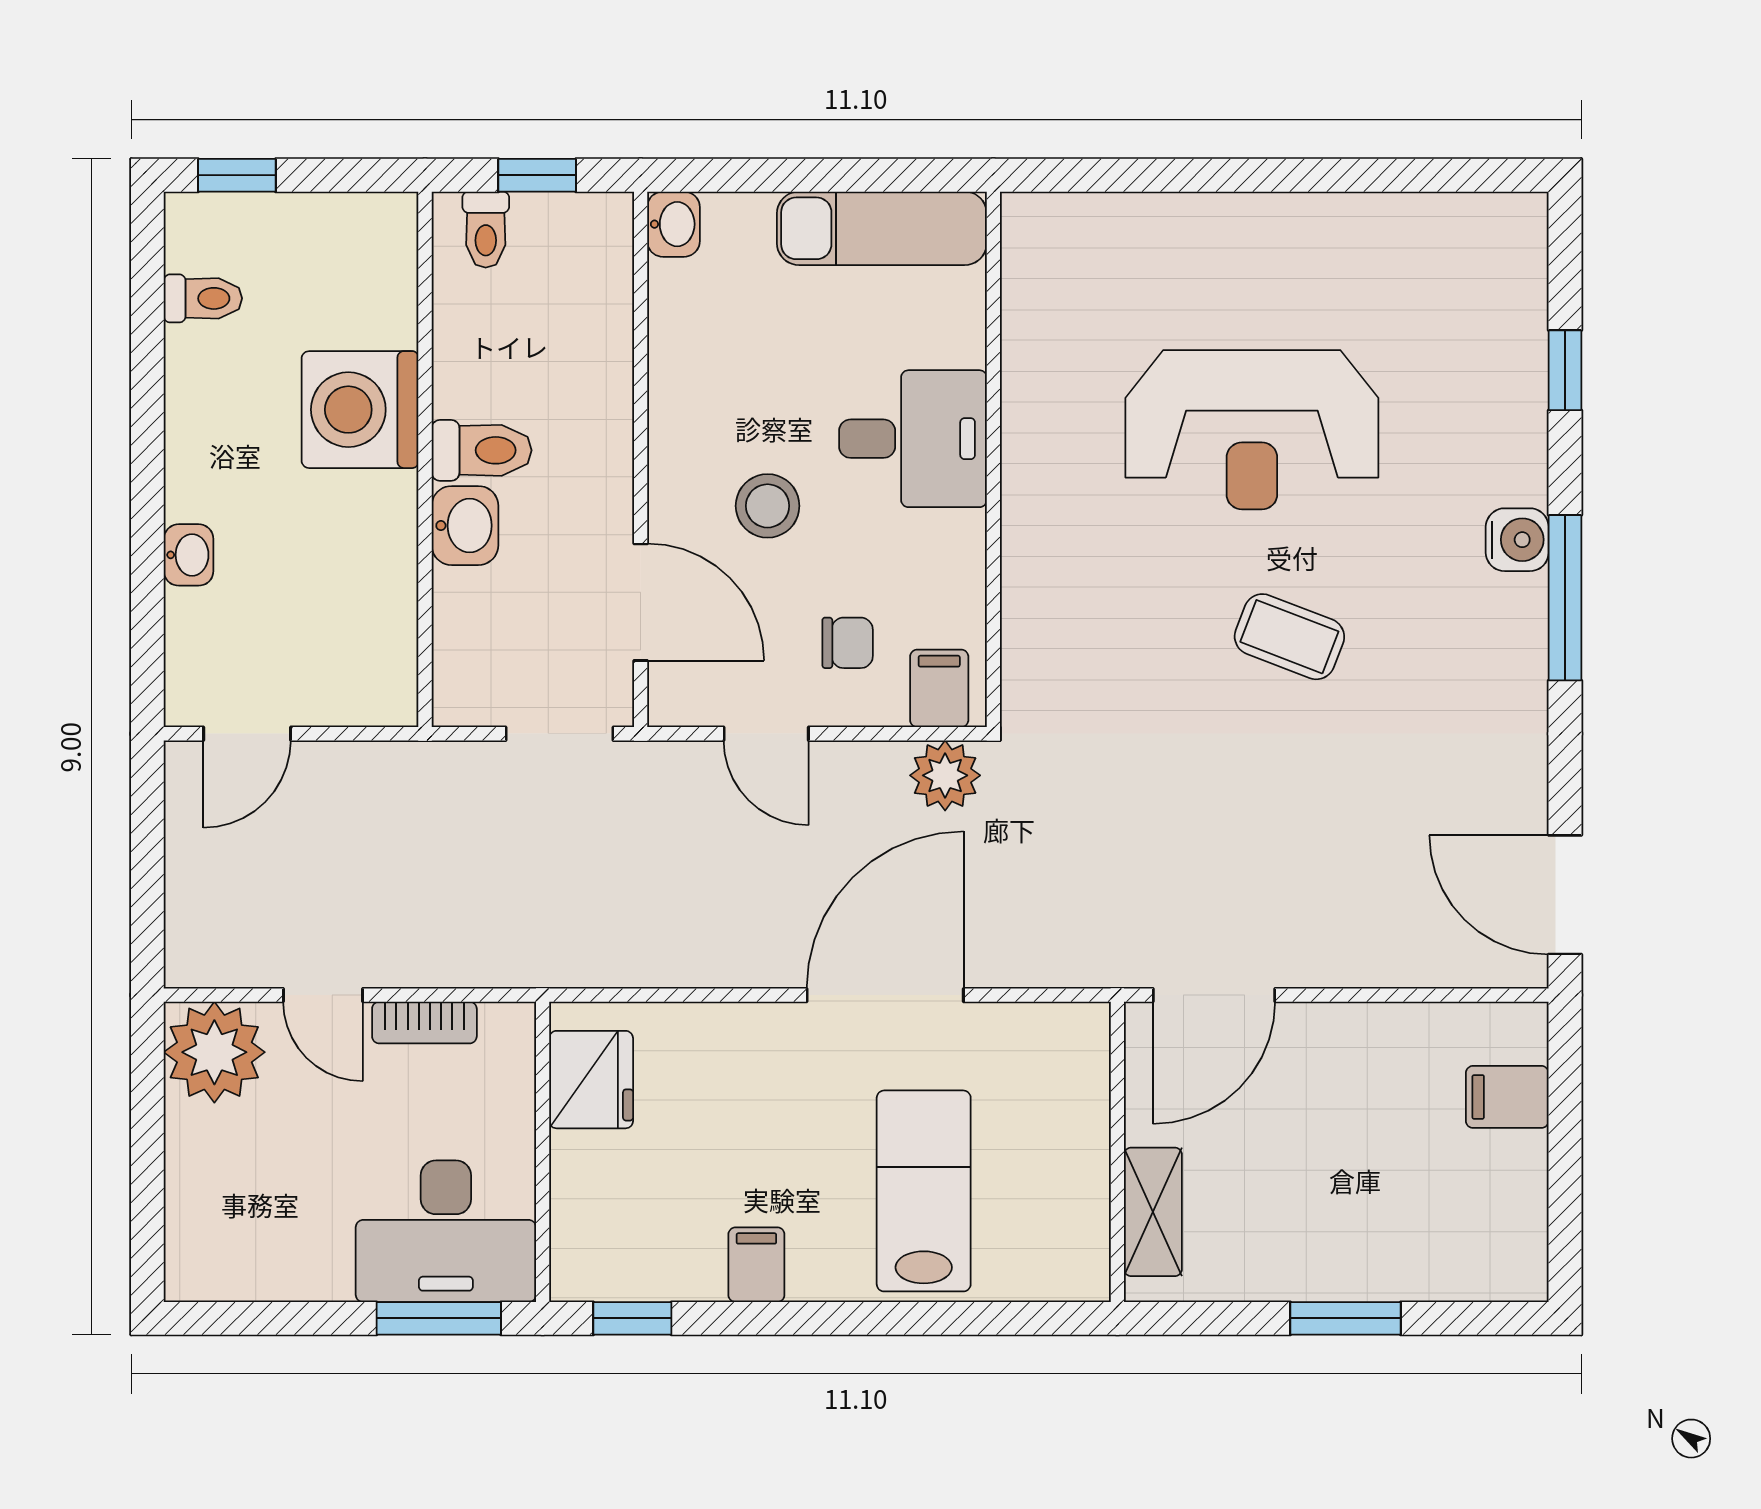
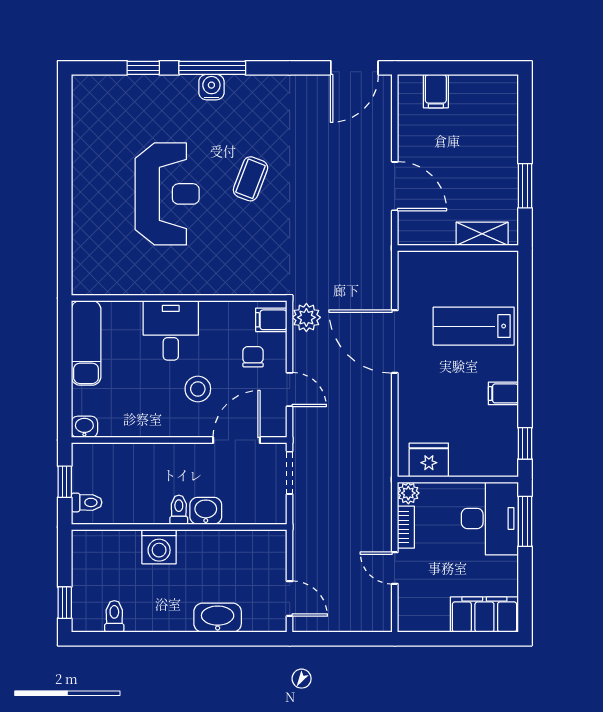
washing machine: (360, 410) -> (159, 547), width x0.73, depth x0.73
toilet: (482, 450) -> (179, 510), width x0.73, depth x0.72
washbasin: (189, 555) -> (218, 618), width x1.91, depth x1.45
window: (1565, 598) -> (212, 68), moved
door: (766, 734) -> (290, 390), hinge flipped
door: (323, 995) -> (395, 568), swing flipped
door: (1214, 995) -> (395, 186), moved
plant: (214, 1052) -> (408, 493), moved, width x0.53, depth x0.53
filing cabinet: (207, 1218) -> (484, 614), added
window: (1346, 1318) -> (525, 186), moved

